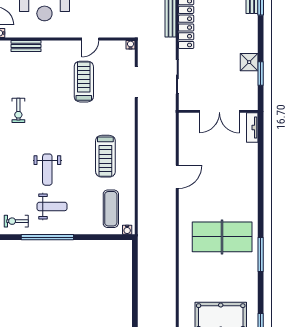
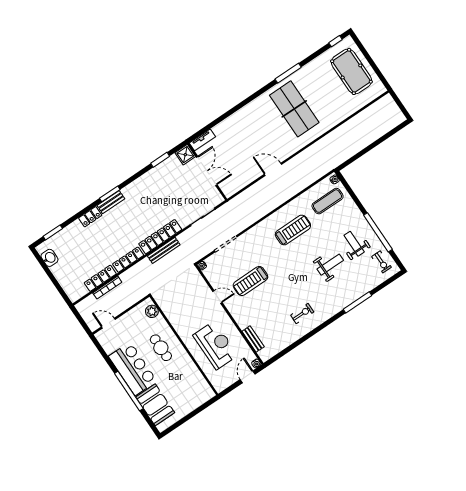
shower: (249, 62) -> (185, 155), moved

